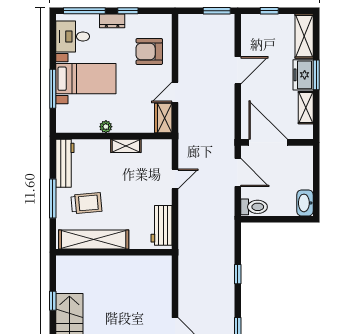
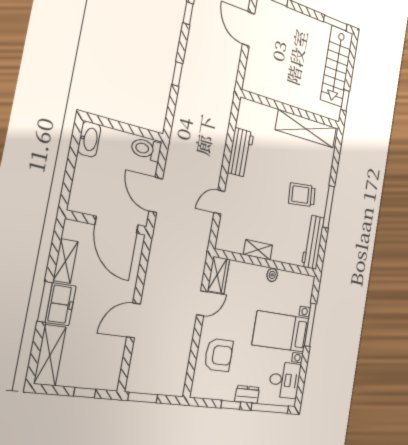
shelving: (94, 239) -> (306, 129), moved
wall: (114, 252) -> (292, 110), moved

